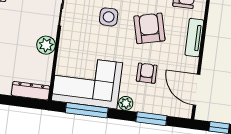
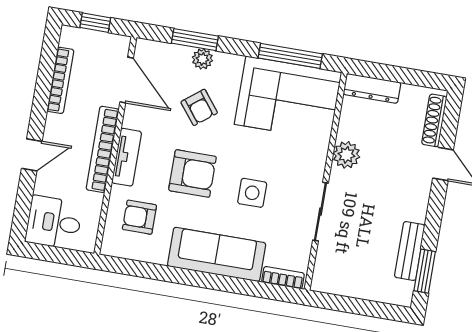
armchair: (149, 28) -> (192, 173), turned -76
bookcase: (211, 42) -> (102, 149), added
armchair: (147, 73) -> (199, 107), turned -38
plant: (126, 103) -> (202, 59), moved

